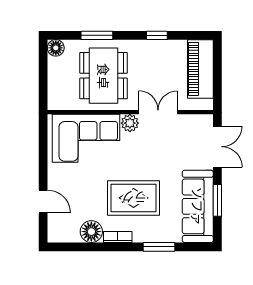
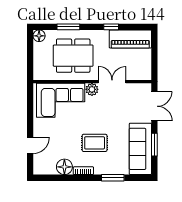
piano: (200, 69) -> (130, 39), moved, turned -90
dining table: (104, 76) -> (73, 56), turned 90
rug: (134, 198) -> (95, 143), width x0.73, depth x0.70
door: (43, 201) -> (30, 145), hinge flipped

